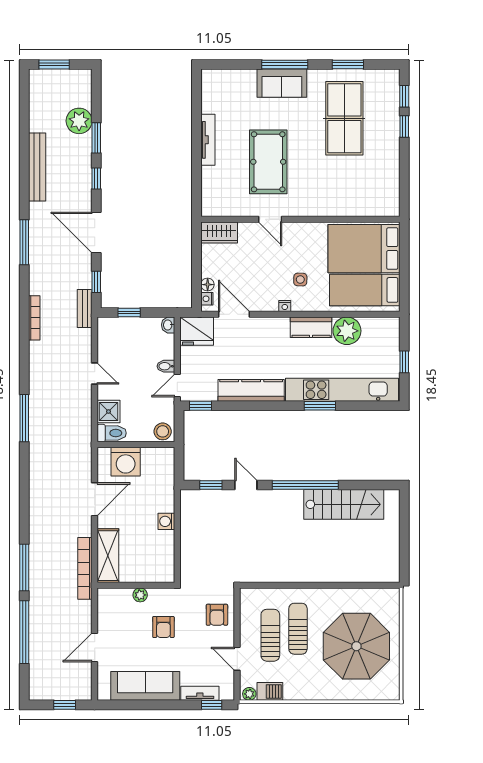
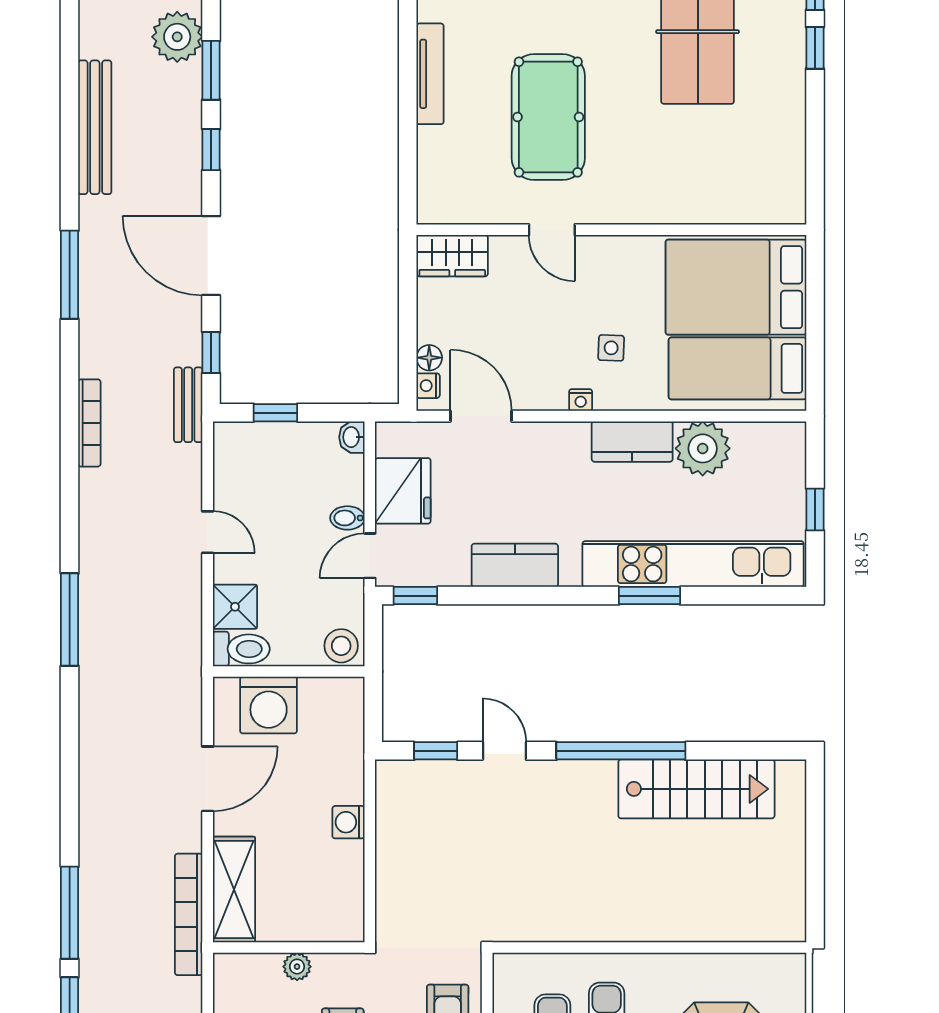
fridge: (197, 331) -> (403, 491), moved, turned -90
kitchen counter: (251, 390) -> (515, 565), width x0.67

